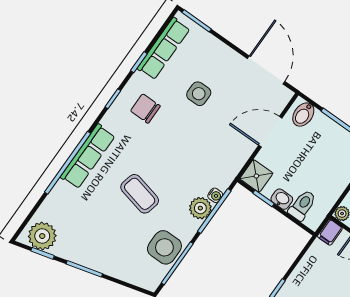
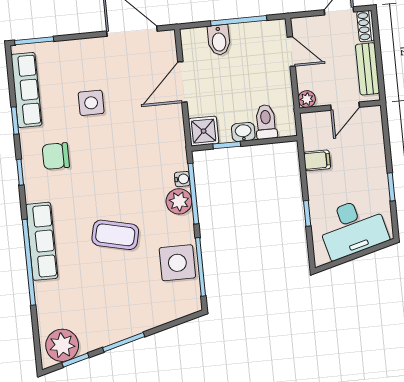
bidet: (303, 115) -> (219, 40), moved
filing cabinet: (330, 232) -> (317, 160), moved, turned -90

